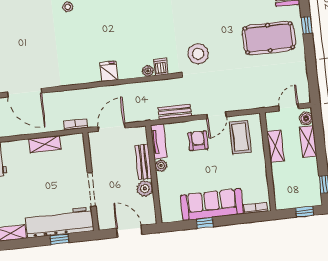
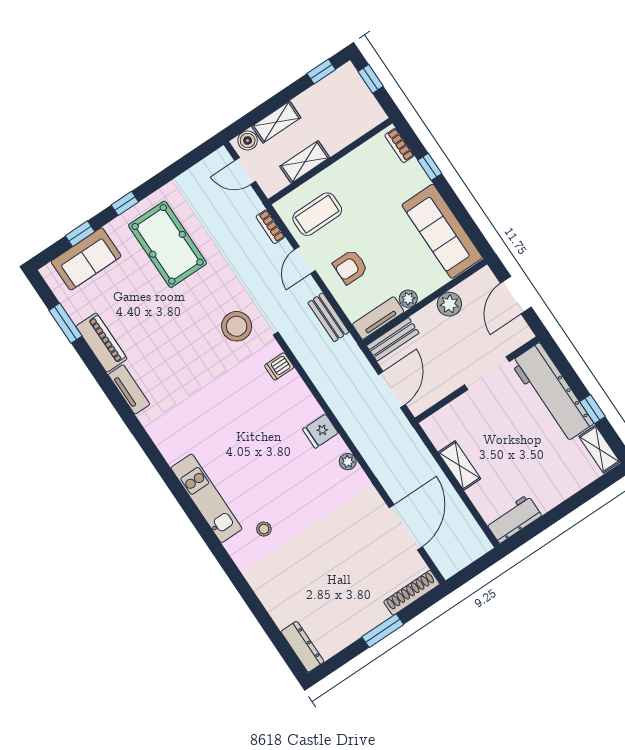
plant: (148, 71) -> (348, 462), moved
door: (216, 116) -> (305, 260), swing flipped
bookcase: (76, 124) -> (270, 227), moved
door: (112, 127) -> (392, 389), swing flipped
bench: (143, 162) -> (393, 339), moved
sofa: (212, 205) -> (442, 231), moved
window: (205, 223) -> (430, 167), moved
window: (59, 239) -> (592, 409), moved

